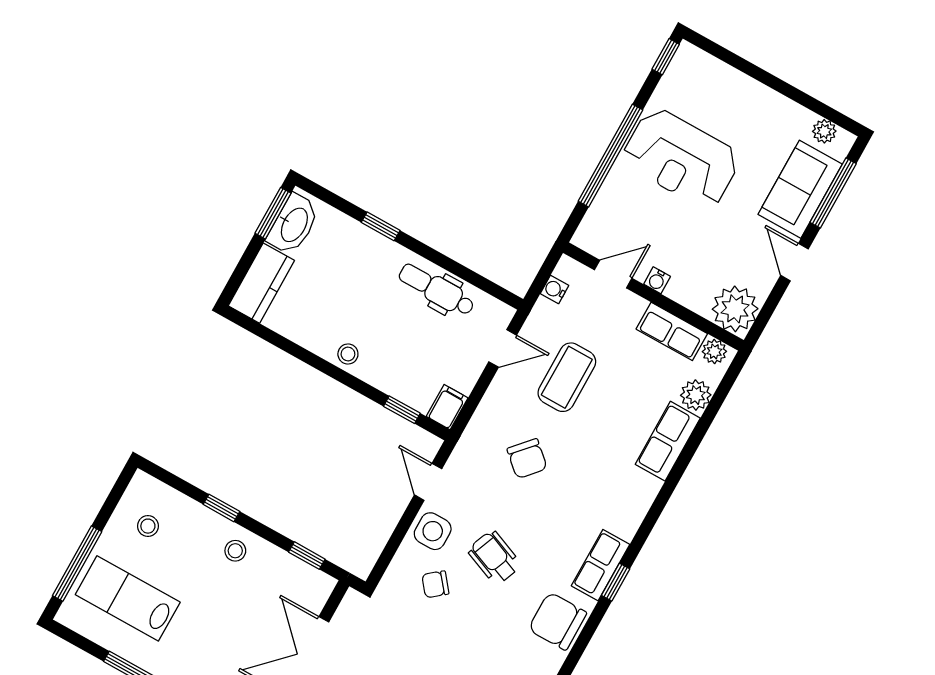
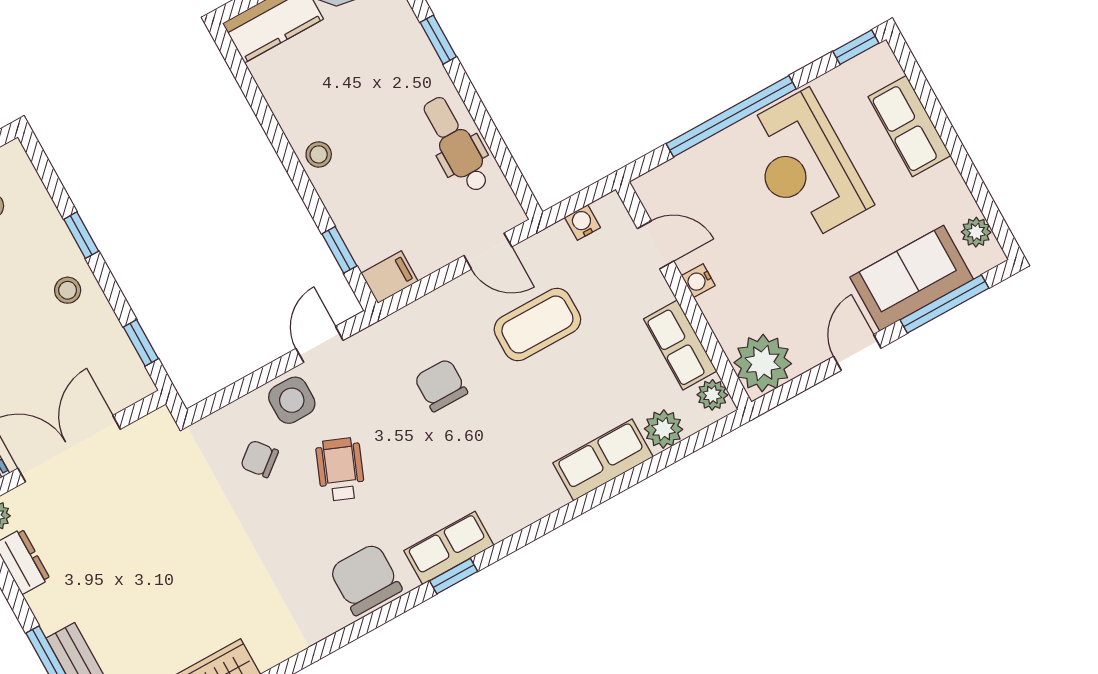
row of seats: (735, 88) -> (909, 126), added
chair: (527, 459) -> (441, 385), turned 138

